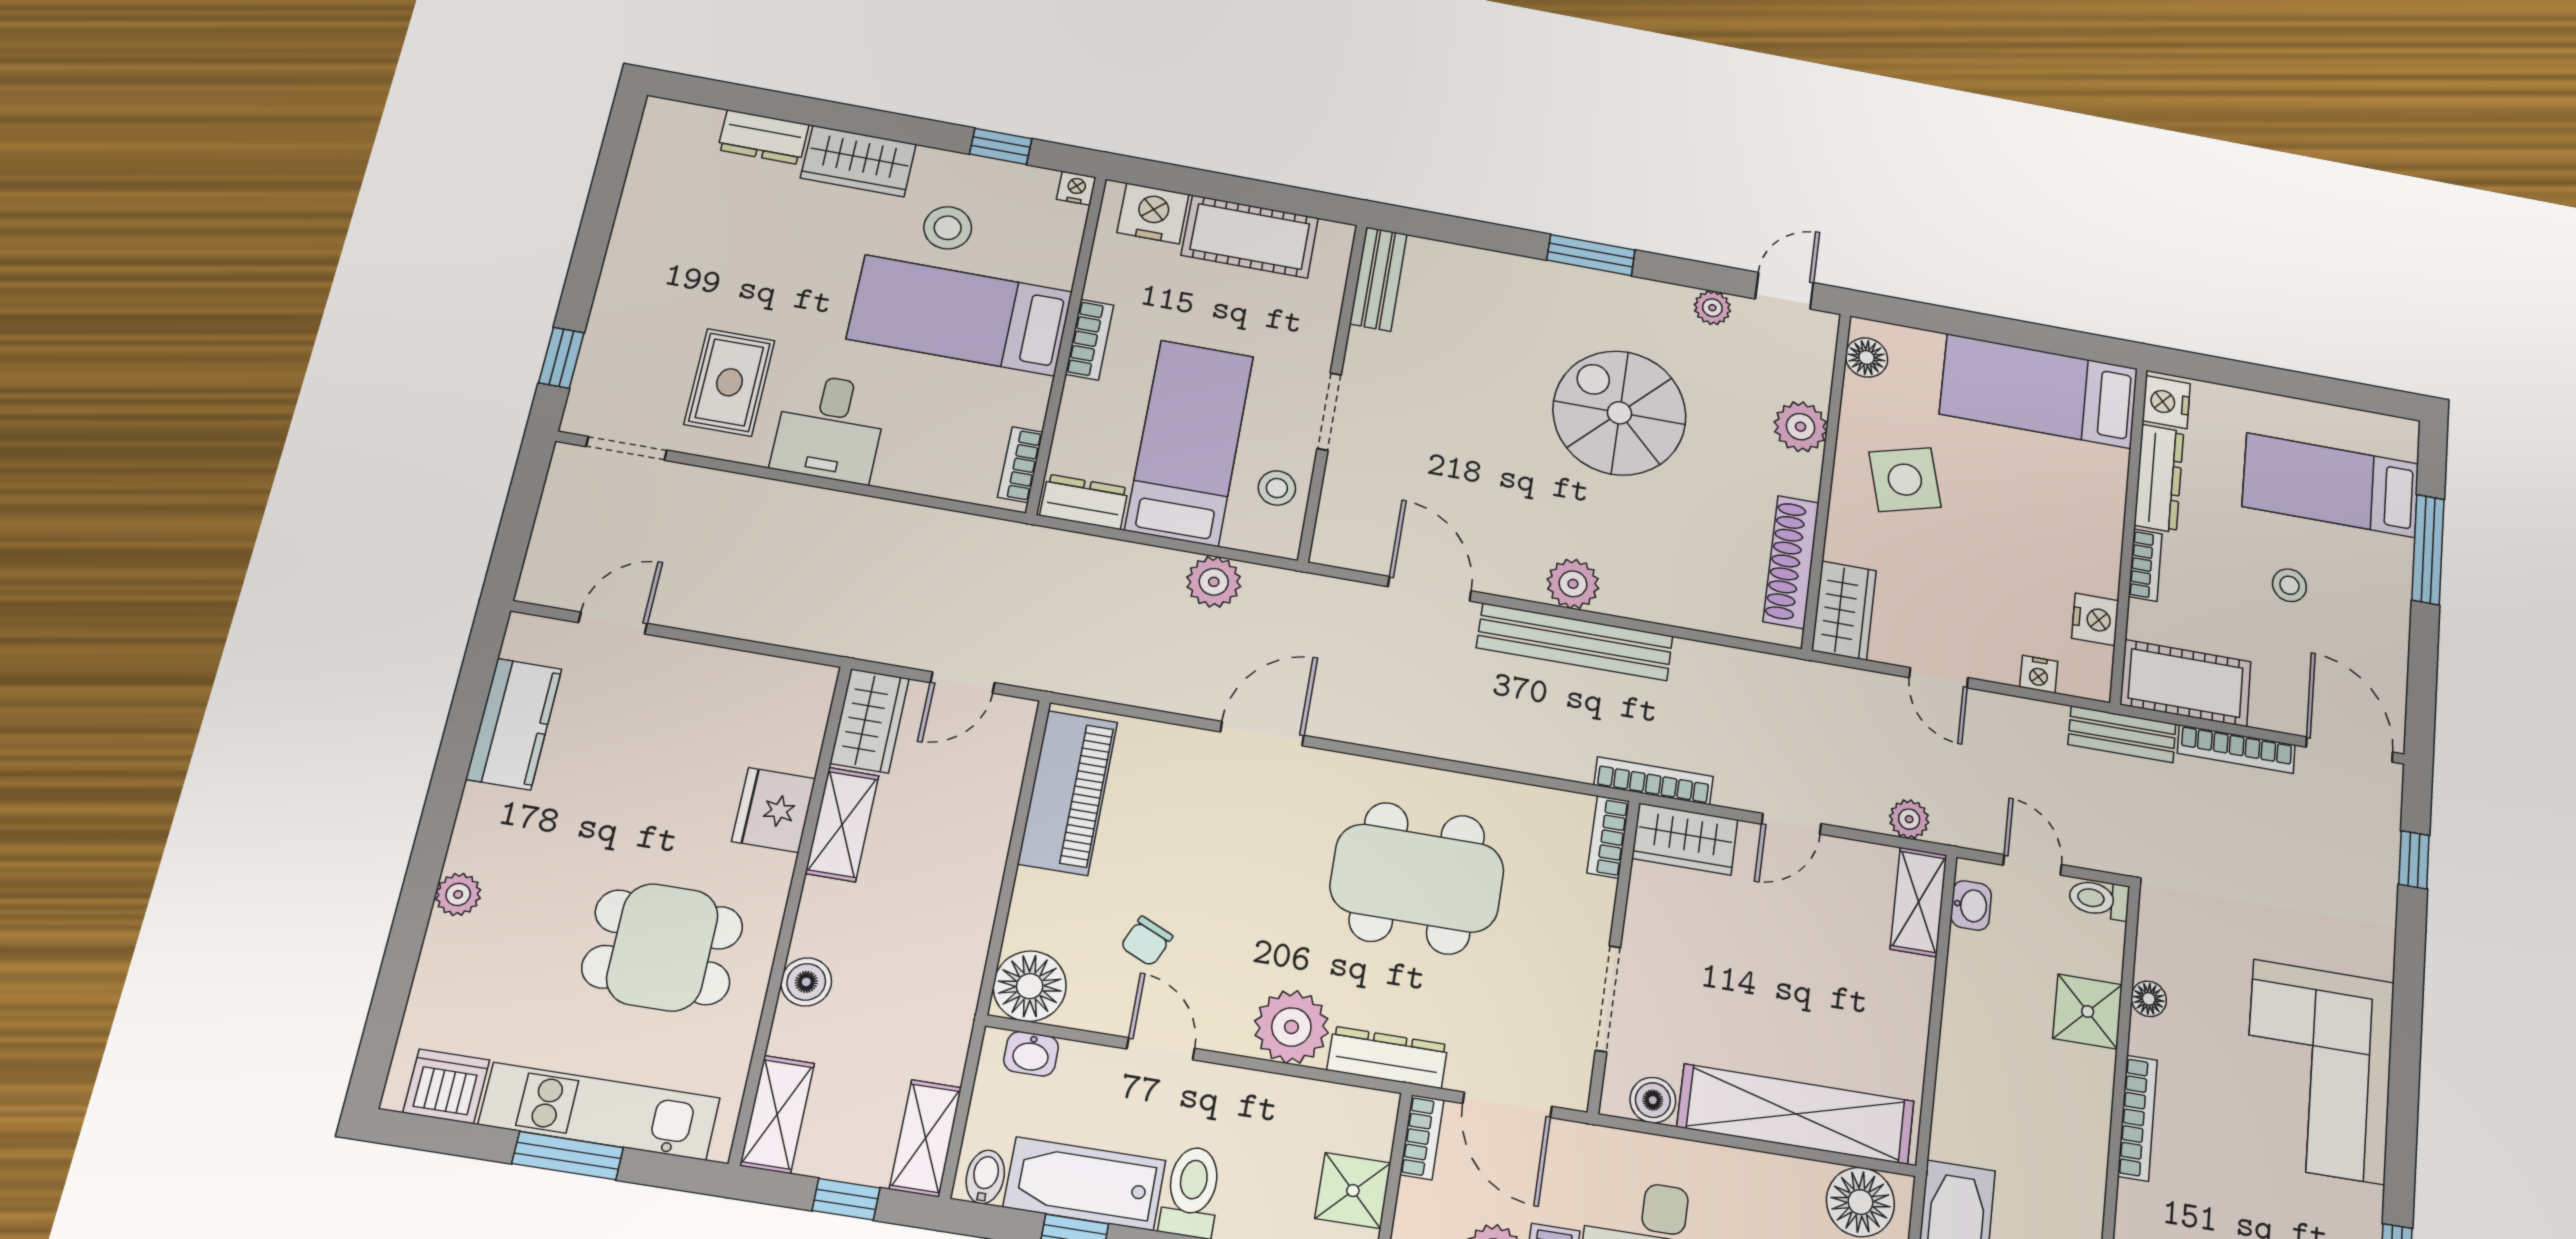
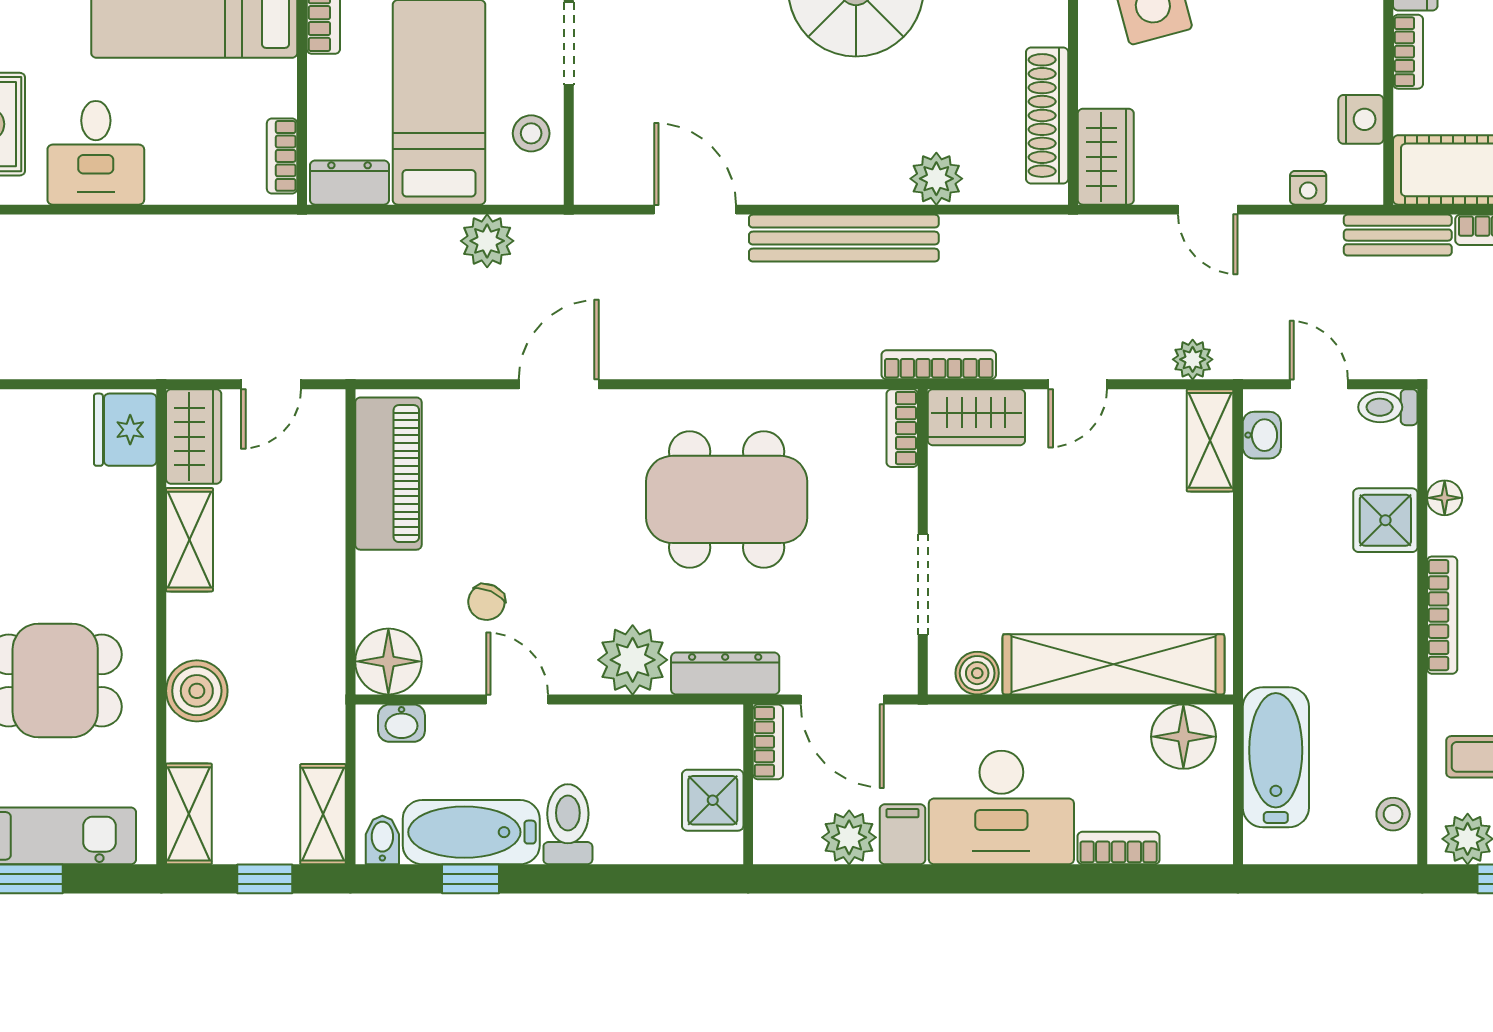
plant: (1573, 584) -> (936, 179), moved
fridge: (774, 810) -> (125, 430), moved
boiler: (806, 982) -> (197, 691), width x1.36, depth x1.36

